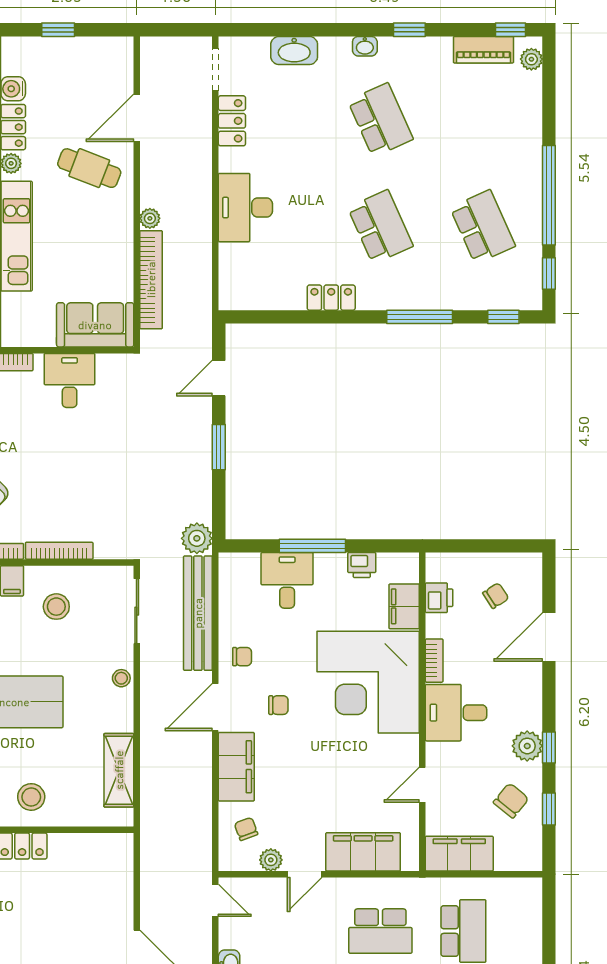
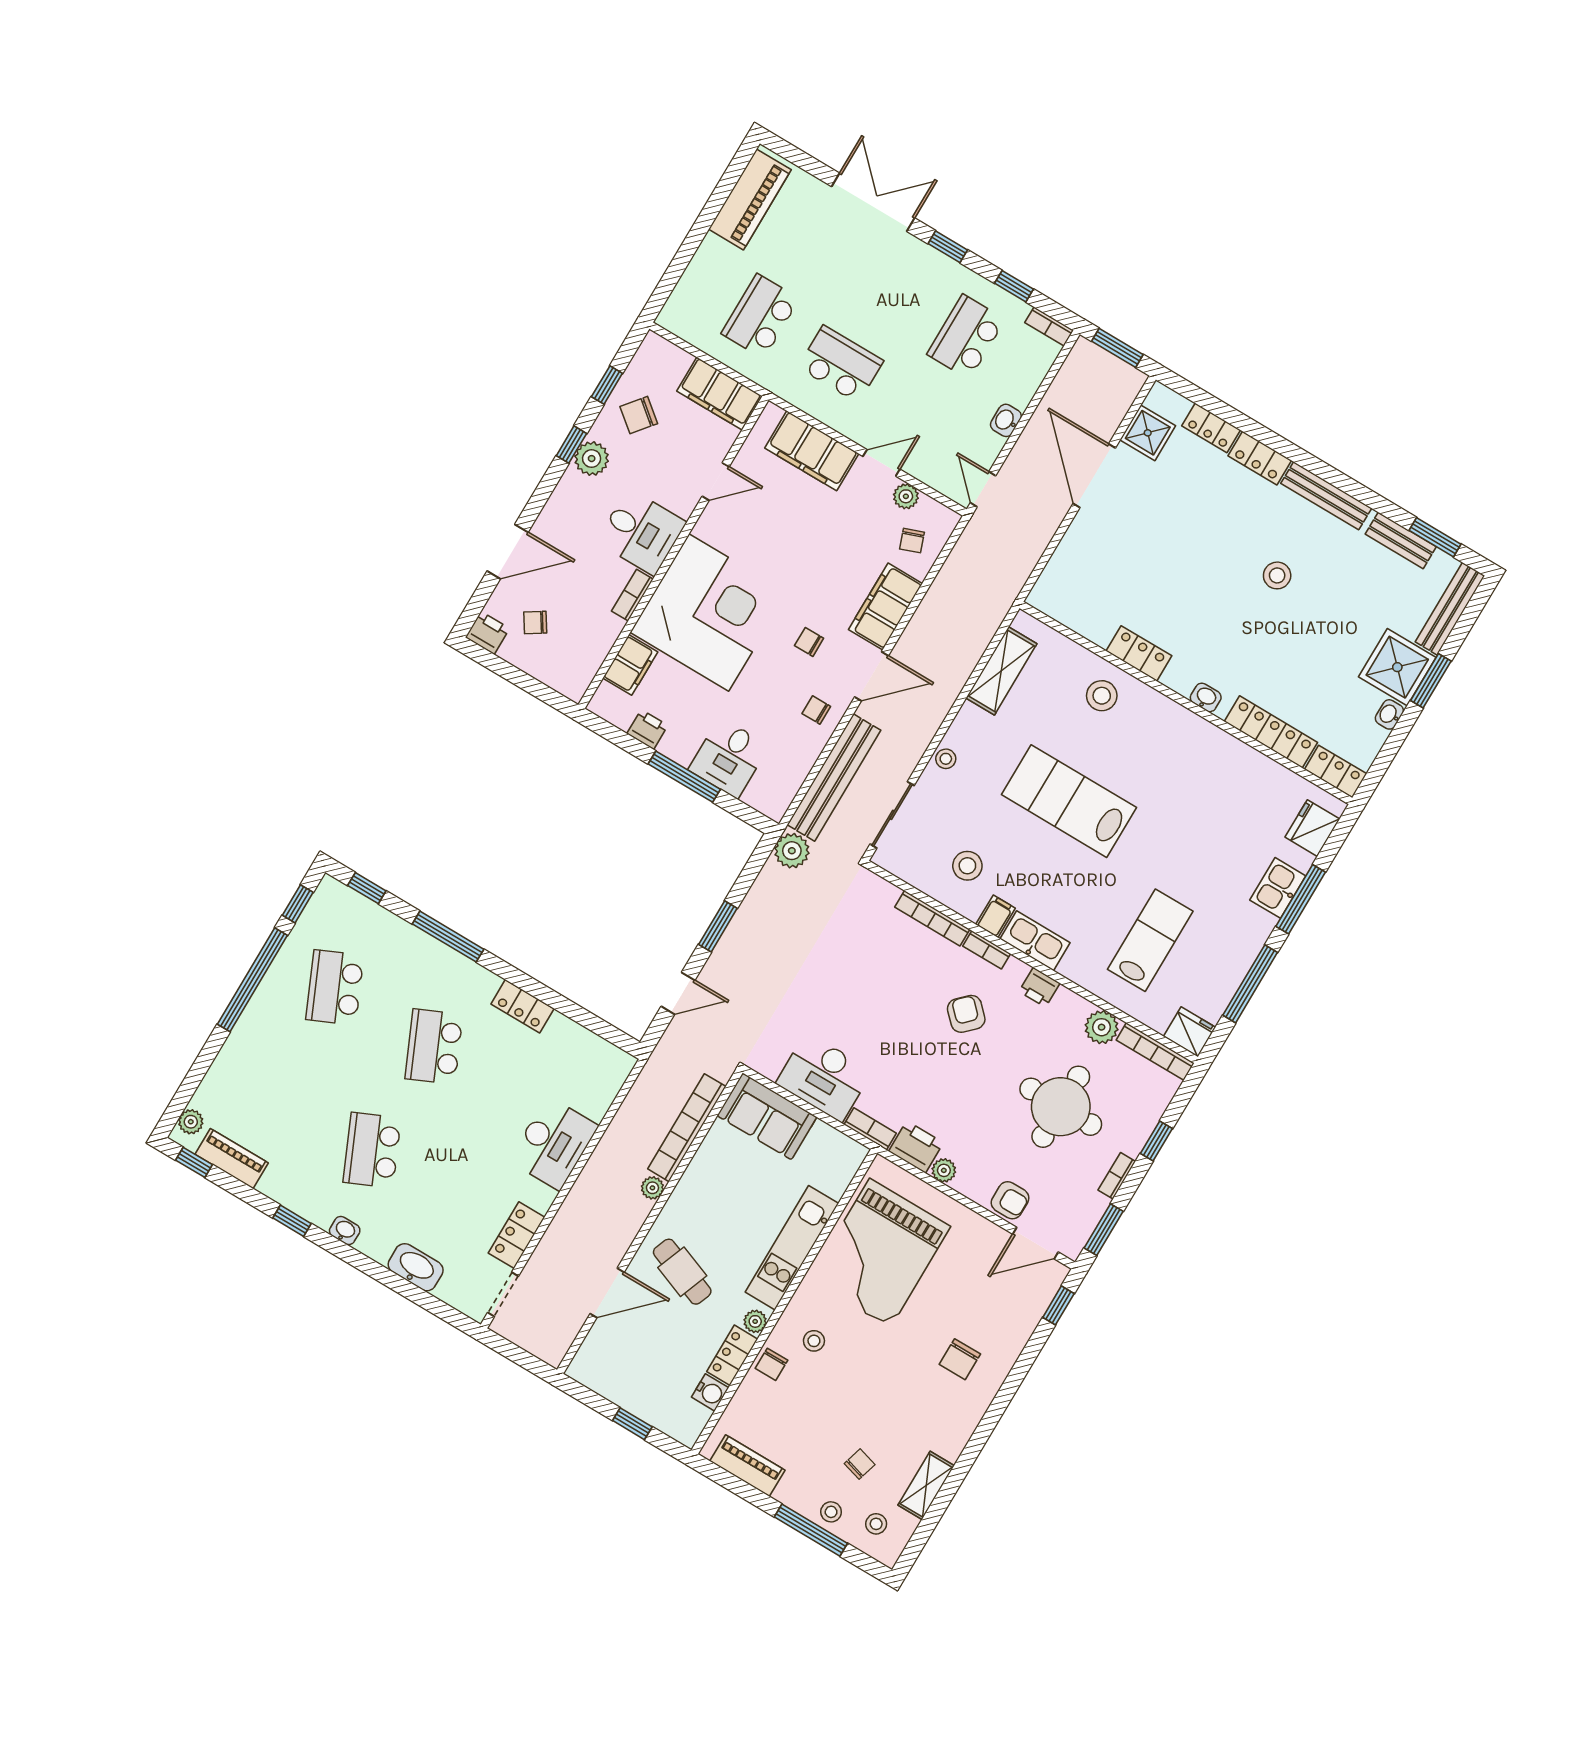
desk: (70, 381) -> (824, 1077), width x1.37
printer: (439, 598) -> (487, 633), moved, turned 90

